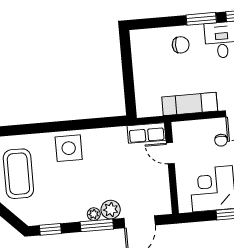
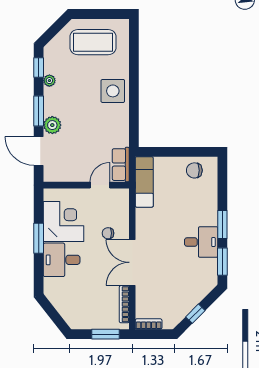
chair: (181, 45) -> (194, 170), moved, turned 90
exam couch: (190, 104) -> (144, 182), moved
plant: (94, 214) -> (49, 81), moved

